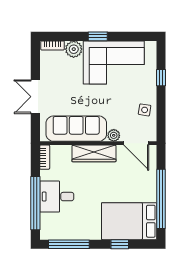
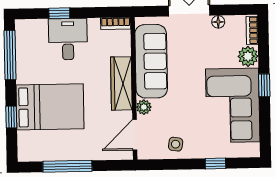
floor lamp: (45, 73) -> (218, 22), added
window: (161, 199) -> (67, 166), width x0.68
window: (35, 203) -> (59, 13), width x0.32
bed: (129, 221) -> (50, 107), moved, turned 90

